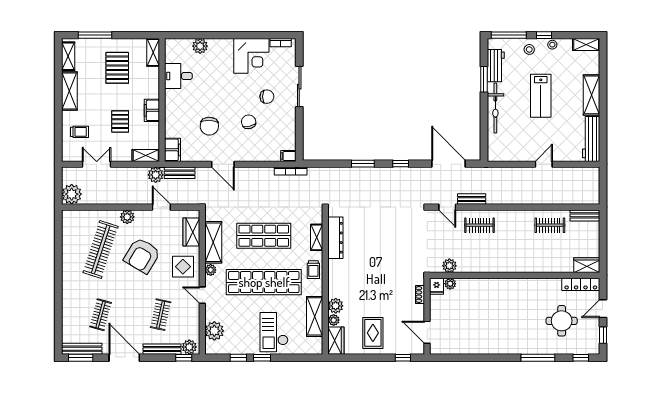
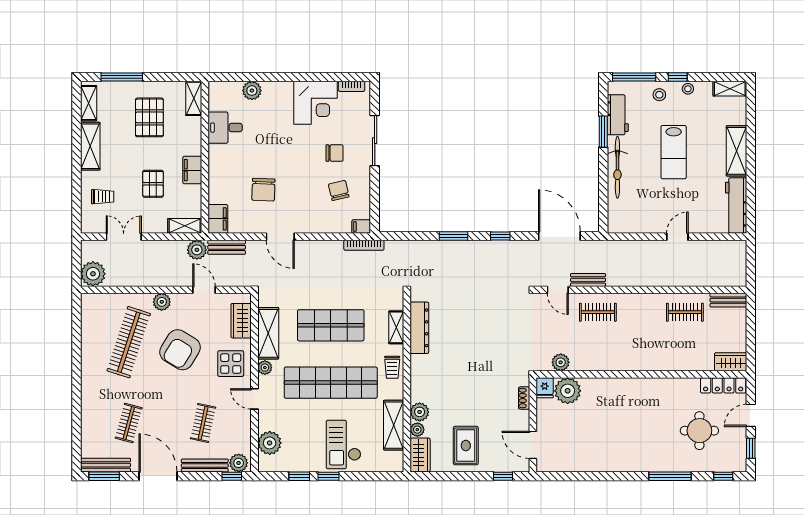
chair: (249, 122) -> (339, 190), moved
plant: (450, 284) -> (568, 391), width x1.87, depth x1.87

